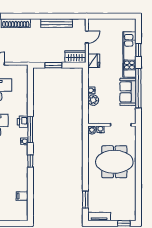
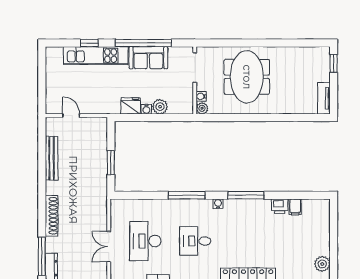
wardrobe: (75, 57) -> (99, 132), removed
fridge: (94, 61) -> (131, 106), moved
printer: (23, 122) -> (280, 206), moved
window: (30, 129) -> (187, 195), moved
window: (30, 161) -> (246, 195), width x2.17
window: (85, 200) -> (300, 118), removed

